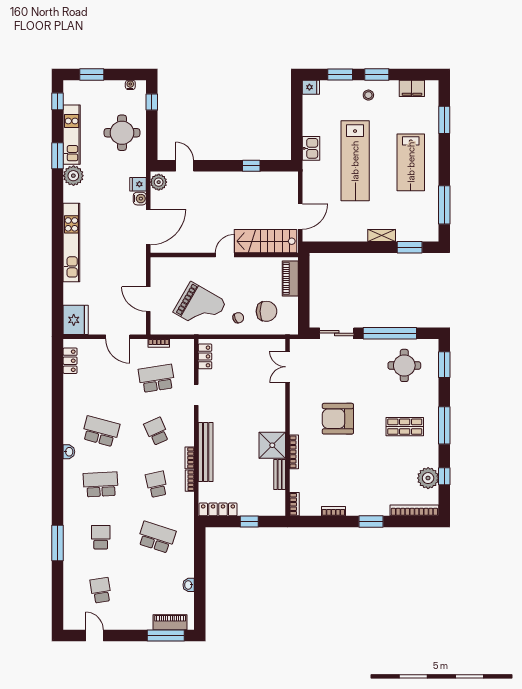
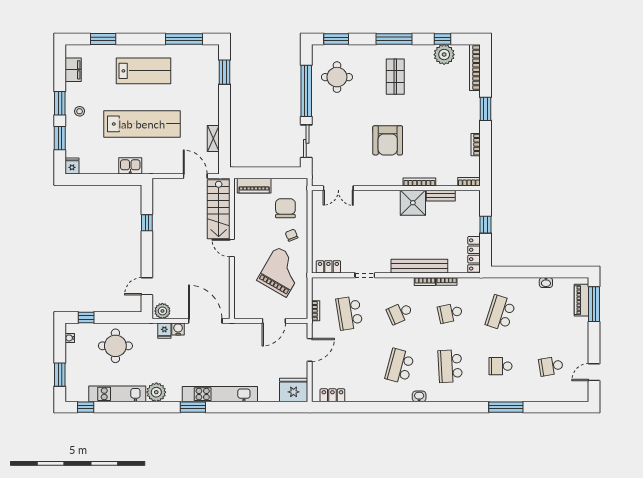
window: (58, 156) -> (193, 407), moved
shelving: (382, 236) -> (213, 139), moved

